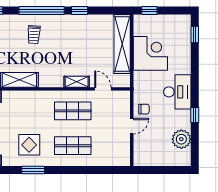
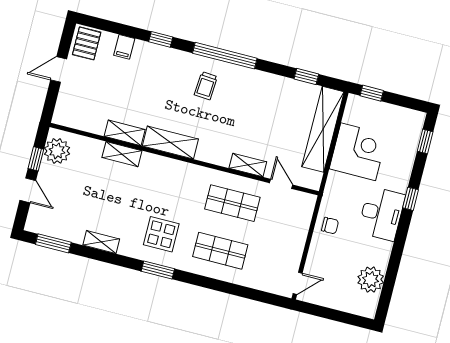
window: (79, 11) -> (306, 76), moved
window: (195, 115) -> (411, 199), moved
door: (132, 126) -> (298, 283), moved

